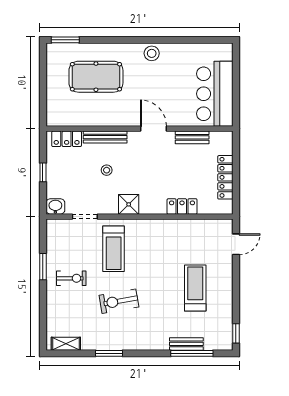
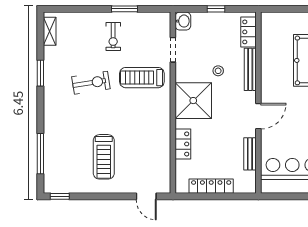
shower: (129, 204) -> (193, 101), width x1.86, depth x1.86
treadmill: (195, 288) -> (104, 157), turned 90
exercise bike: (119, 301) -> (91, 83), turned 91
bench: (186, 344) -> (49, 148), removed

